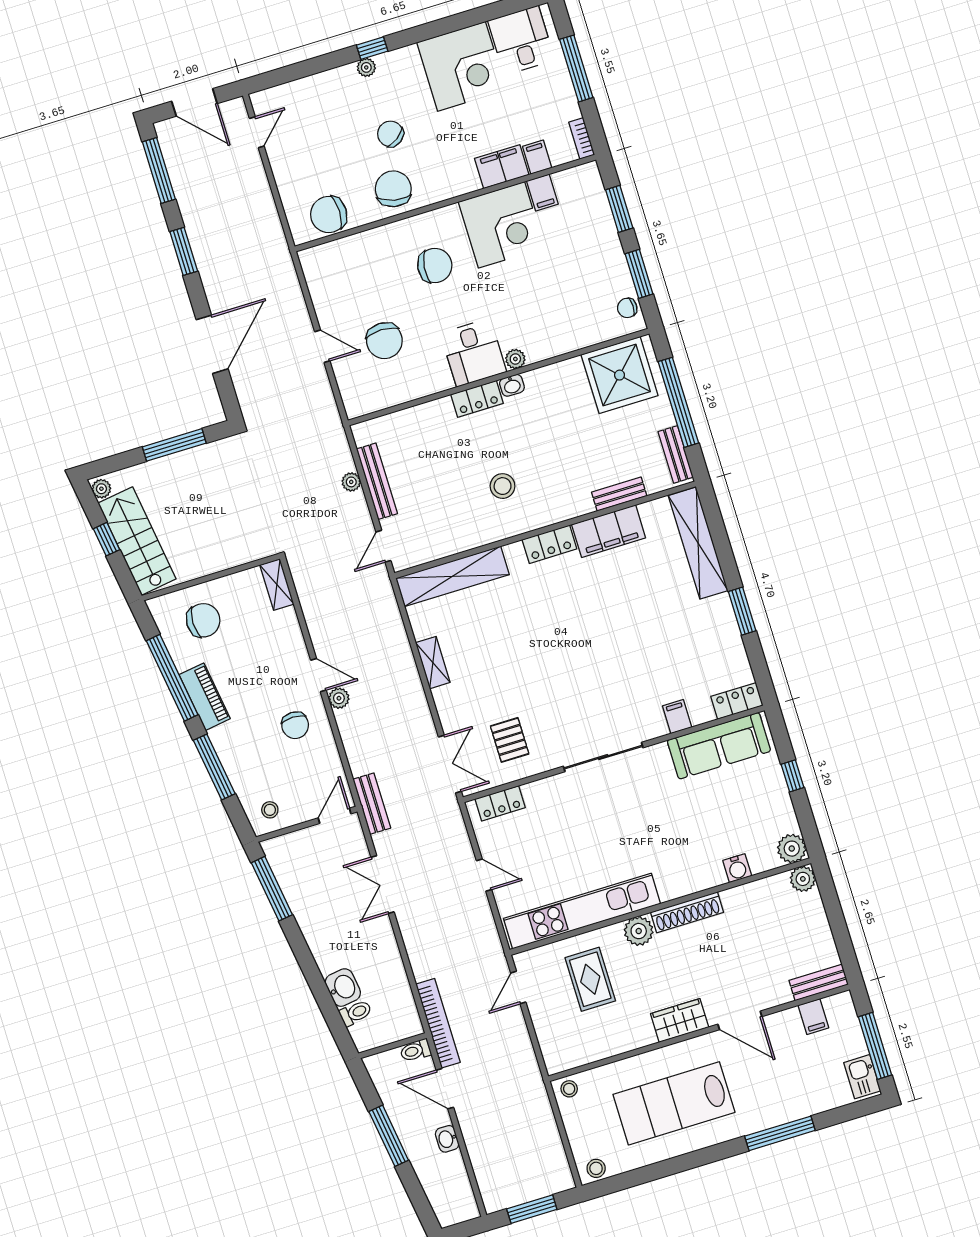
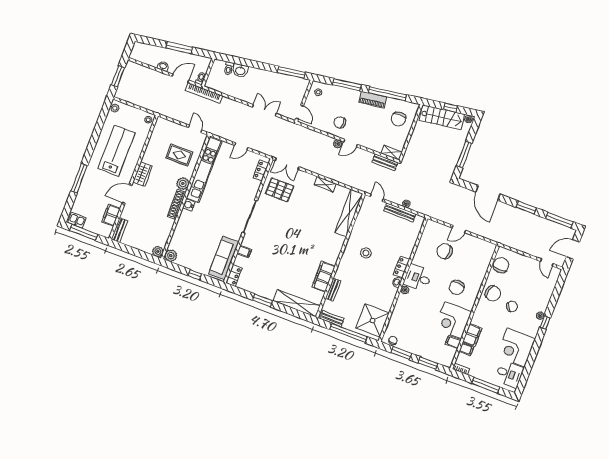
locker: (549, 544) -> (334, 254), removed
pallet: (510, 740) -> (280, 190), width x1.50, depth x1.42
bench: (372, 804) -> (385, 162), moved
water cooler: (737, 868) -> (189, 205), moved
filing cabinet: (813, 1017) -> (111, 215), width x2.00

